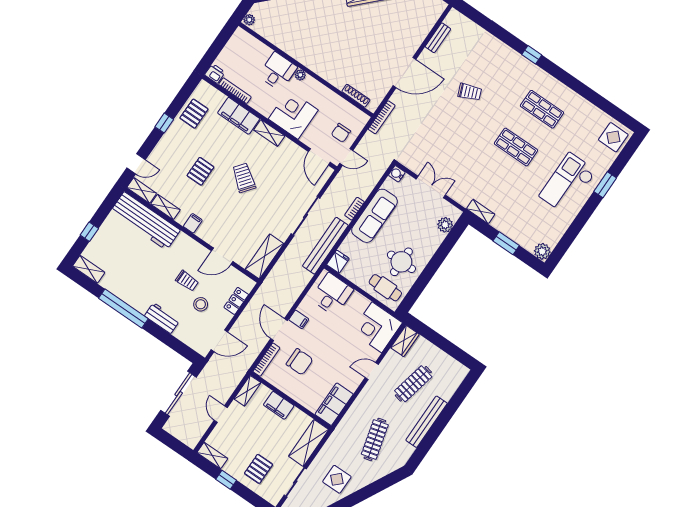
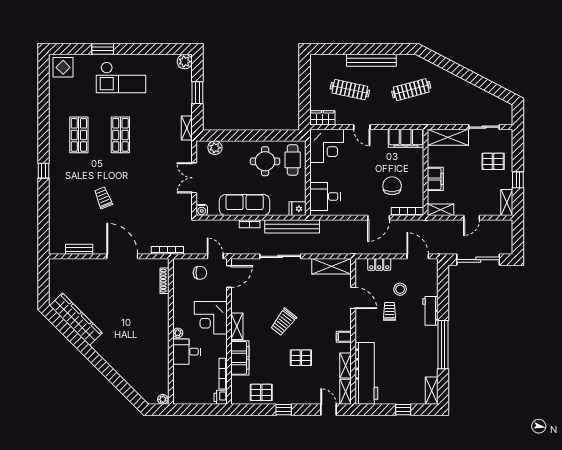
filing cabinet: (299, 319) -> (361, 208), removed
display table: (337, 479) -> (461, 97), removed

